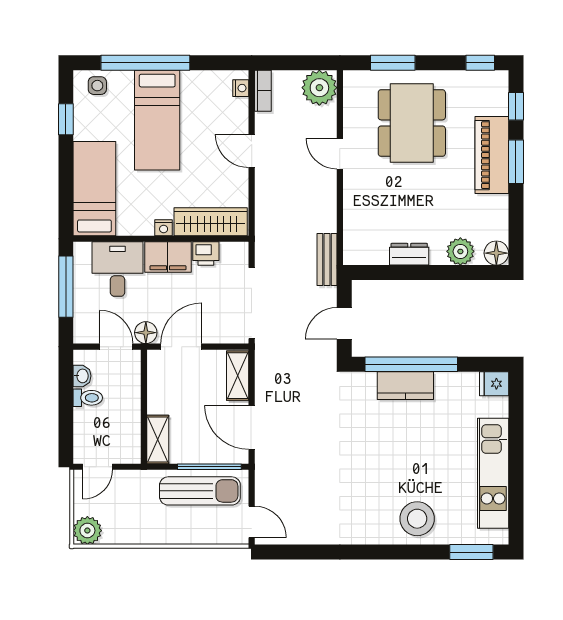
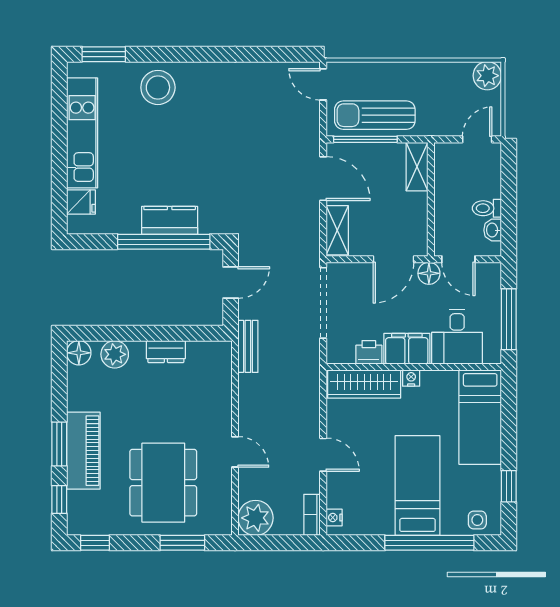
fridge: (494, 384) -> (81, 202), moved

